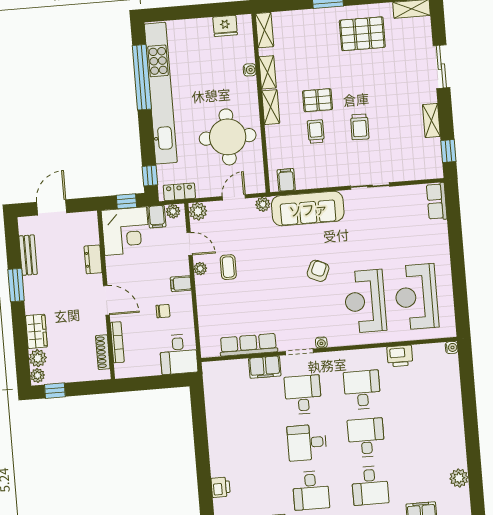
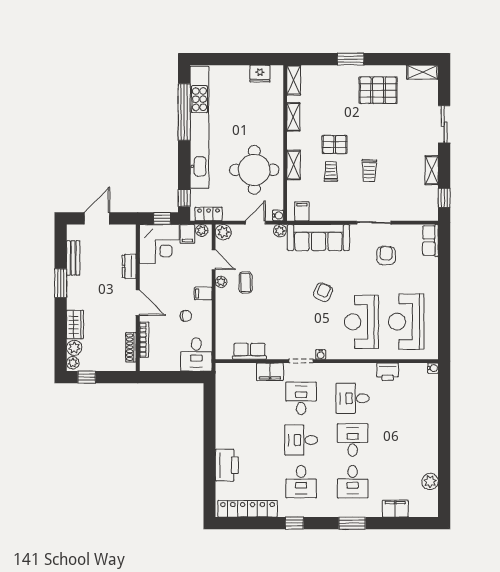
water cooler: (250, 70) -> (278, 215), moved
shelving: (271, 107) -> (294, 165), moved
armchair: (387, 223) -> (386, 256), added
row of seats: (248, 345) -> (249, 351), width x0.68
desk: (362, 390) -> (353, 398), turned -90
printer: (221, 487) -> (227, 465), width x1.87, depth x1.48

